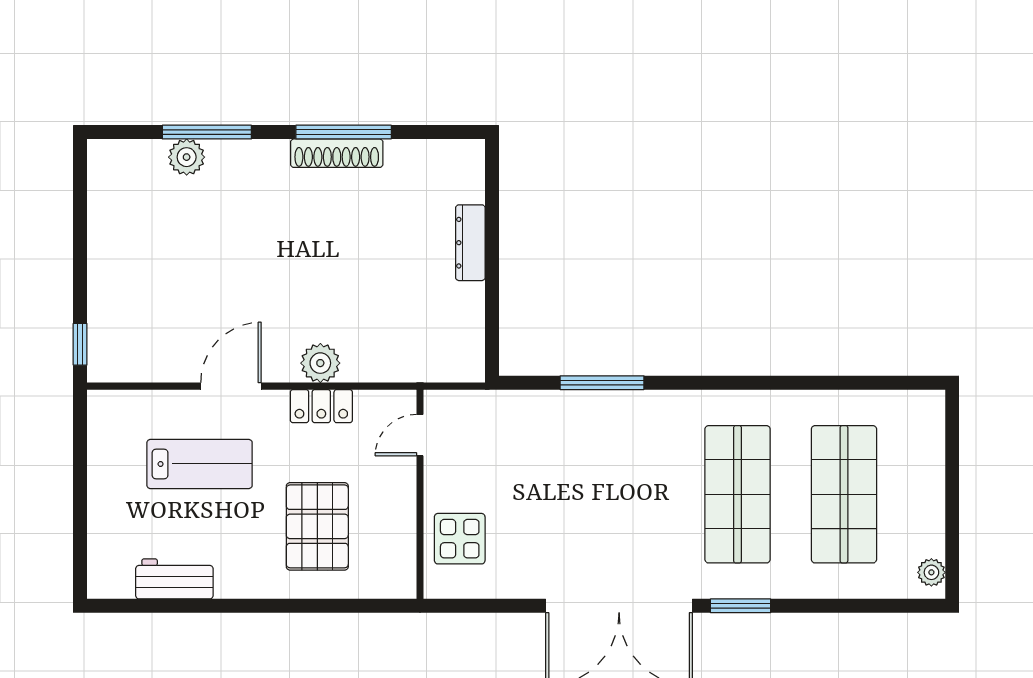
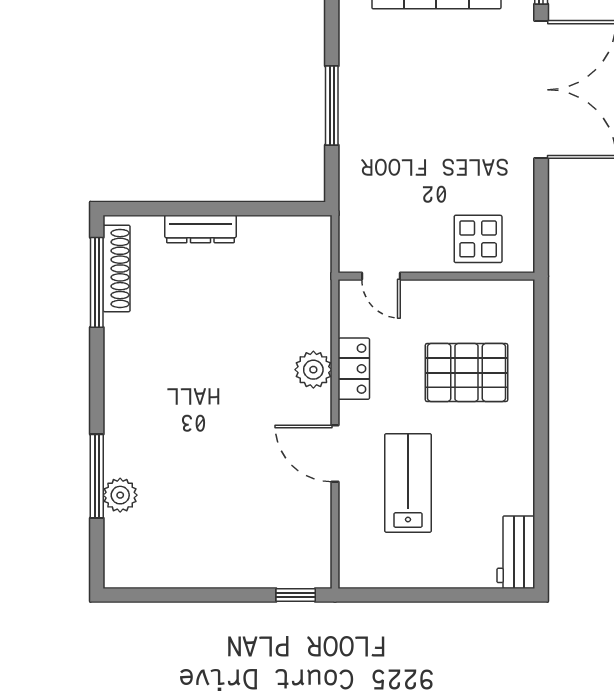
window: (344, 132) -> (97, 282), moved
shoe rack: (337, 153) -> (117, 268), moved
workbench: (174, 579) -> (516, 552), moved

